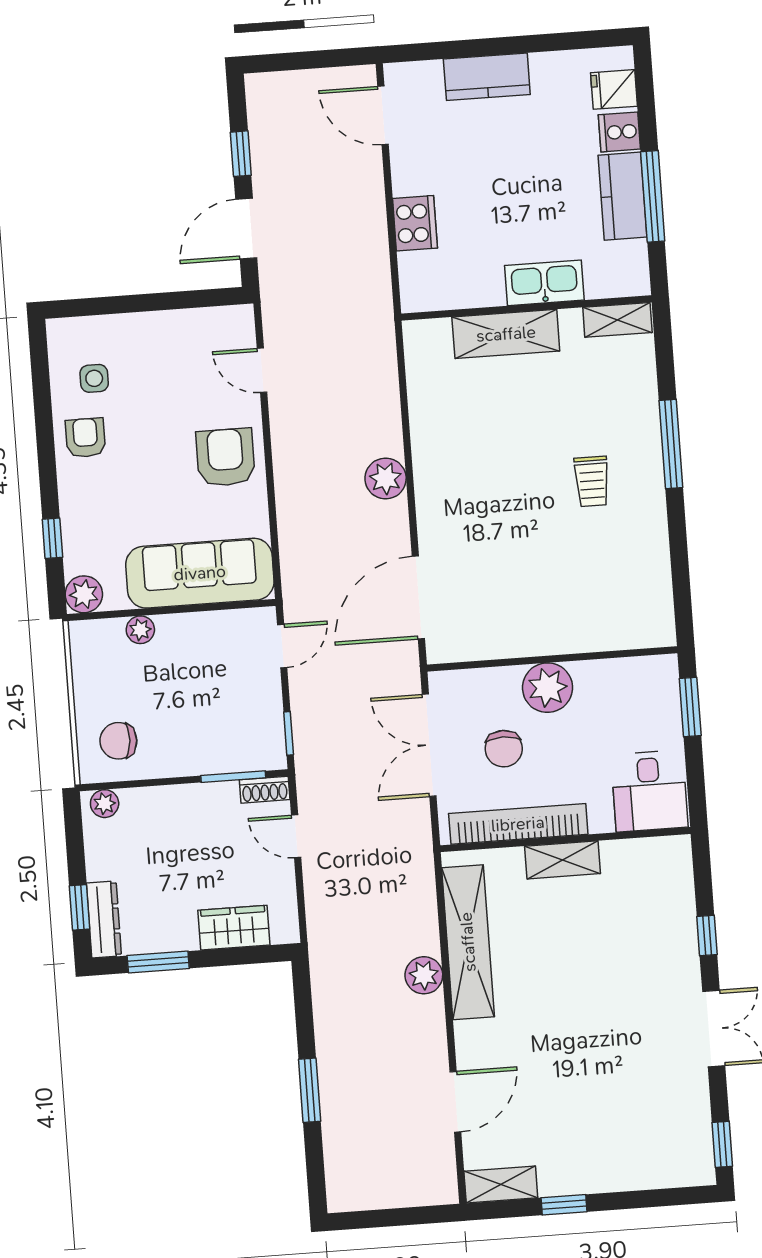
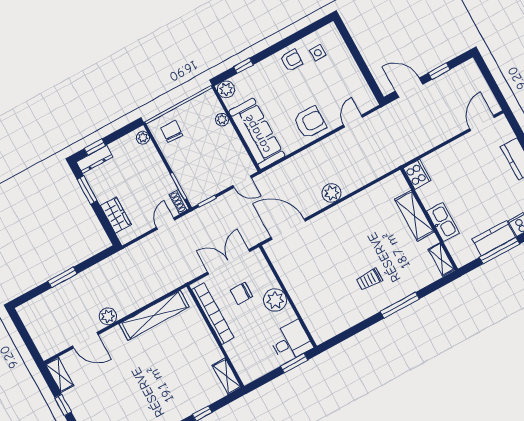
cooker: (415, 223) -> (417, 174), moved, turned -90
desk: (649, 791) -> (291, 342), moved, turned 180
shelving: (562, 860) -> (227, 376), moved
plant: (424, 975) -> (108, 316), moved

